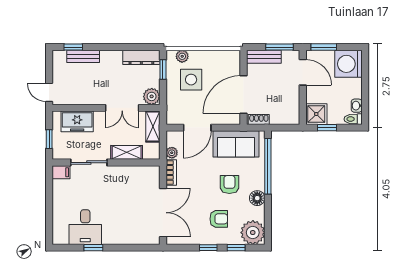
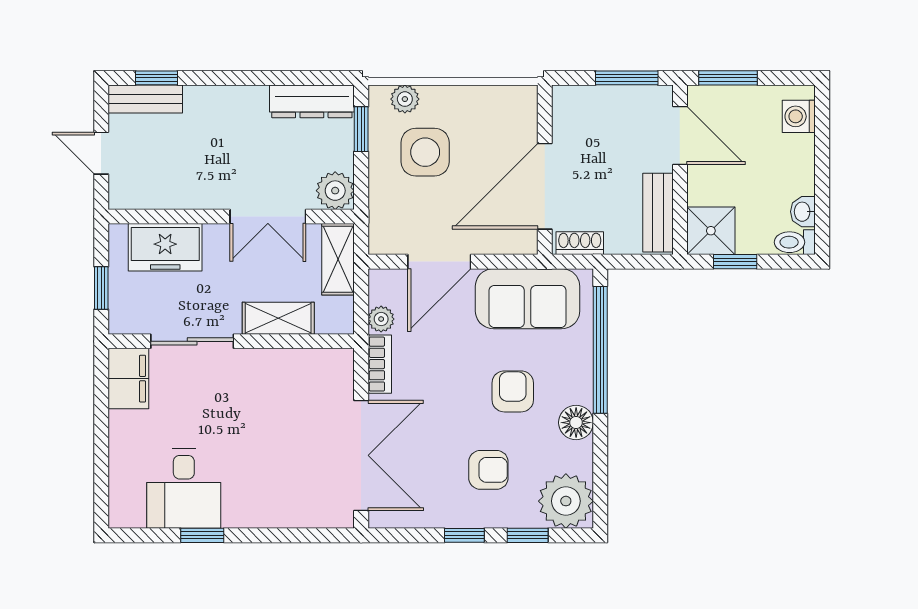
bench: (83, 56) -> (145, 99), moved
bench: (264, 57) -> (658, 213), moved, turned 90
washing machine: (349, 64) -> (799, 116), width x0.53, depth x0.53
door: (49, 92) -> (101, 153), moved
filing cabinet: (61, 172) -> (128, 379), width x2.00

